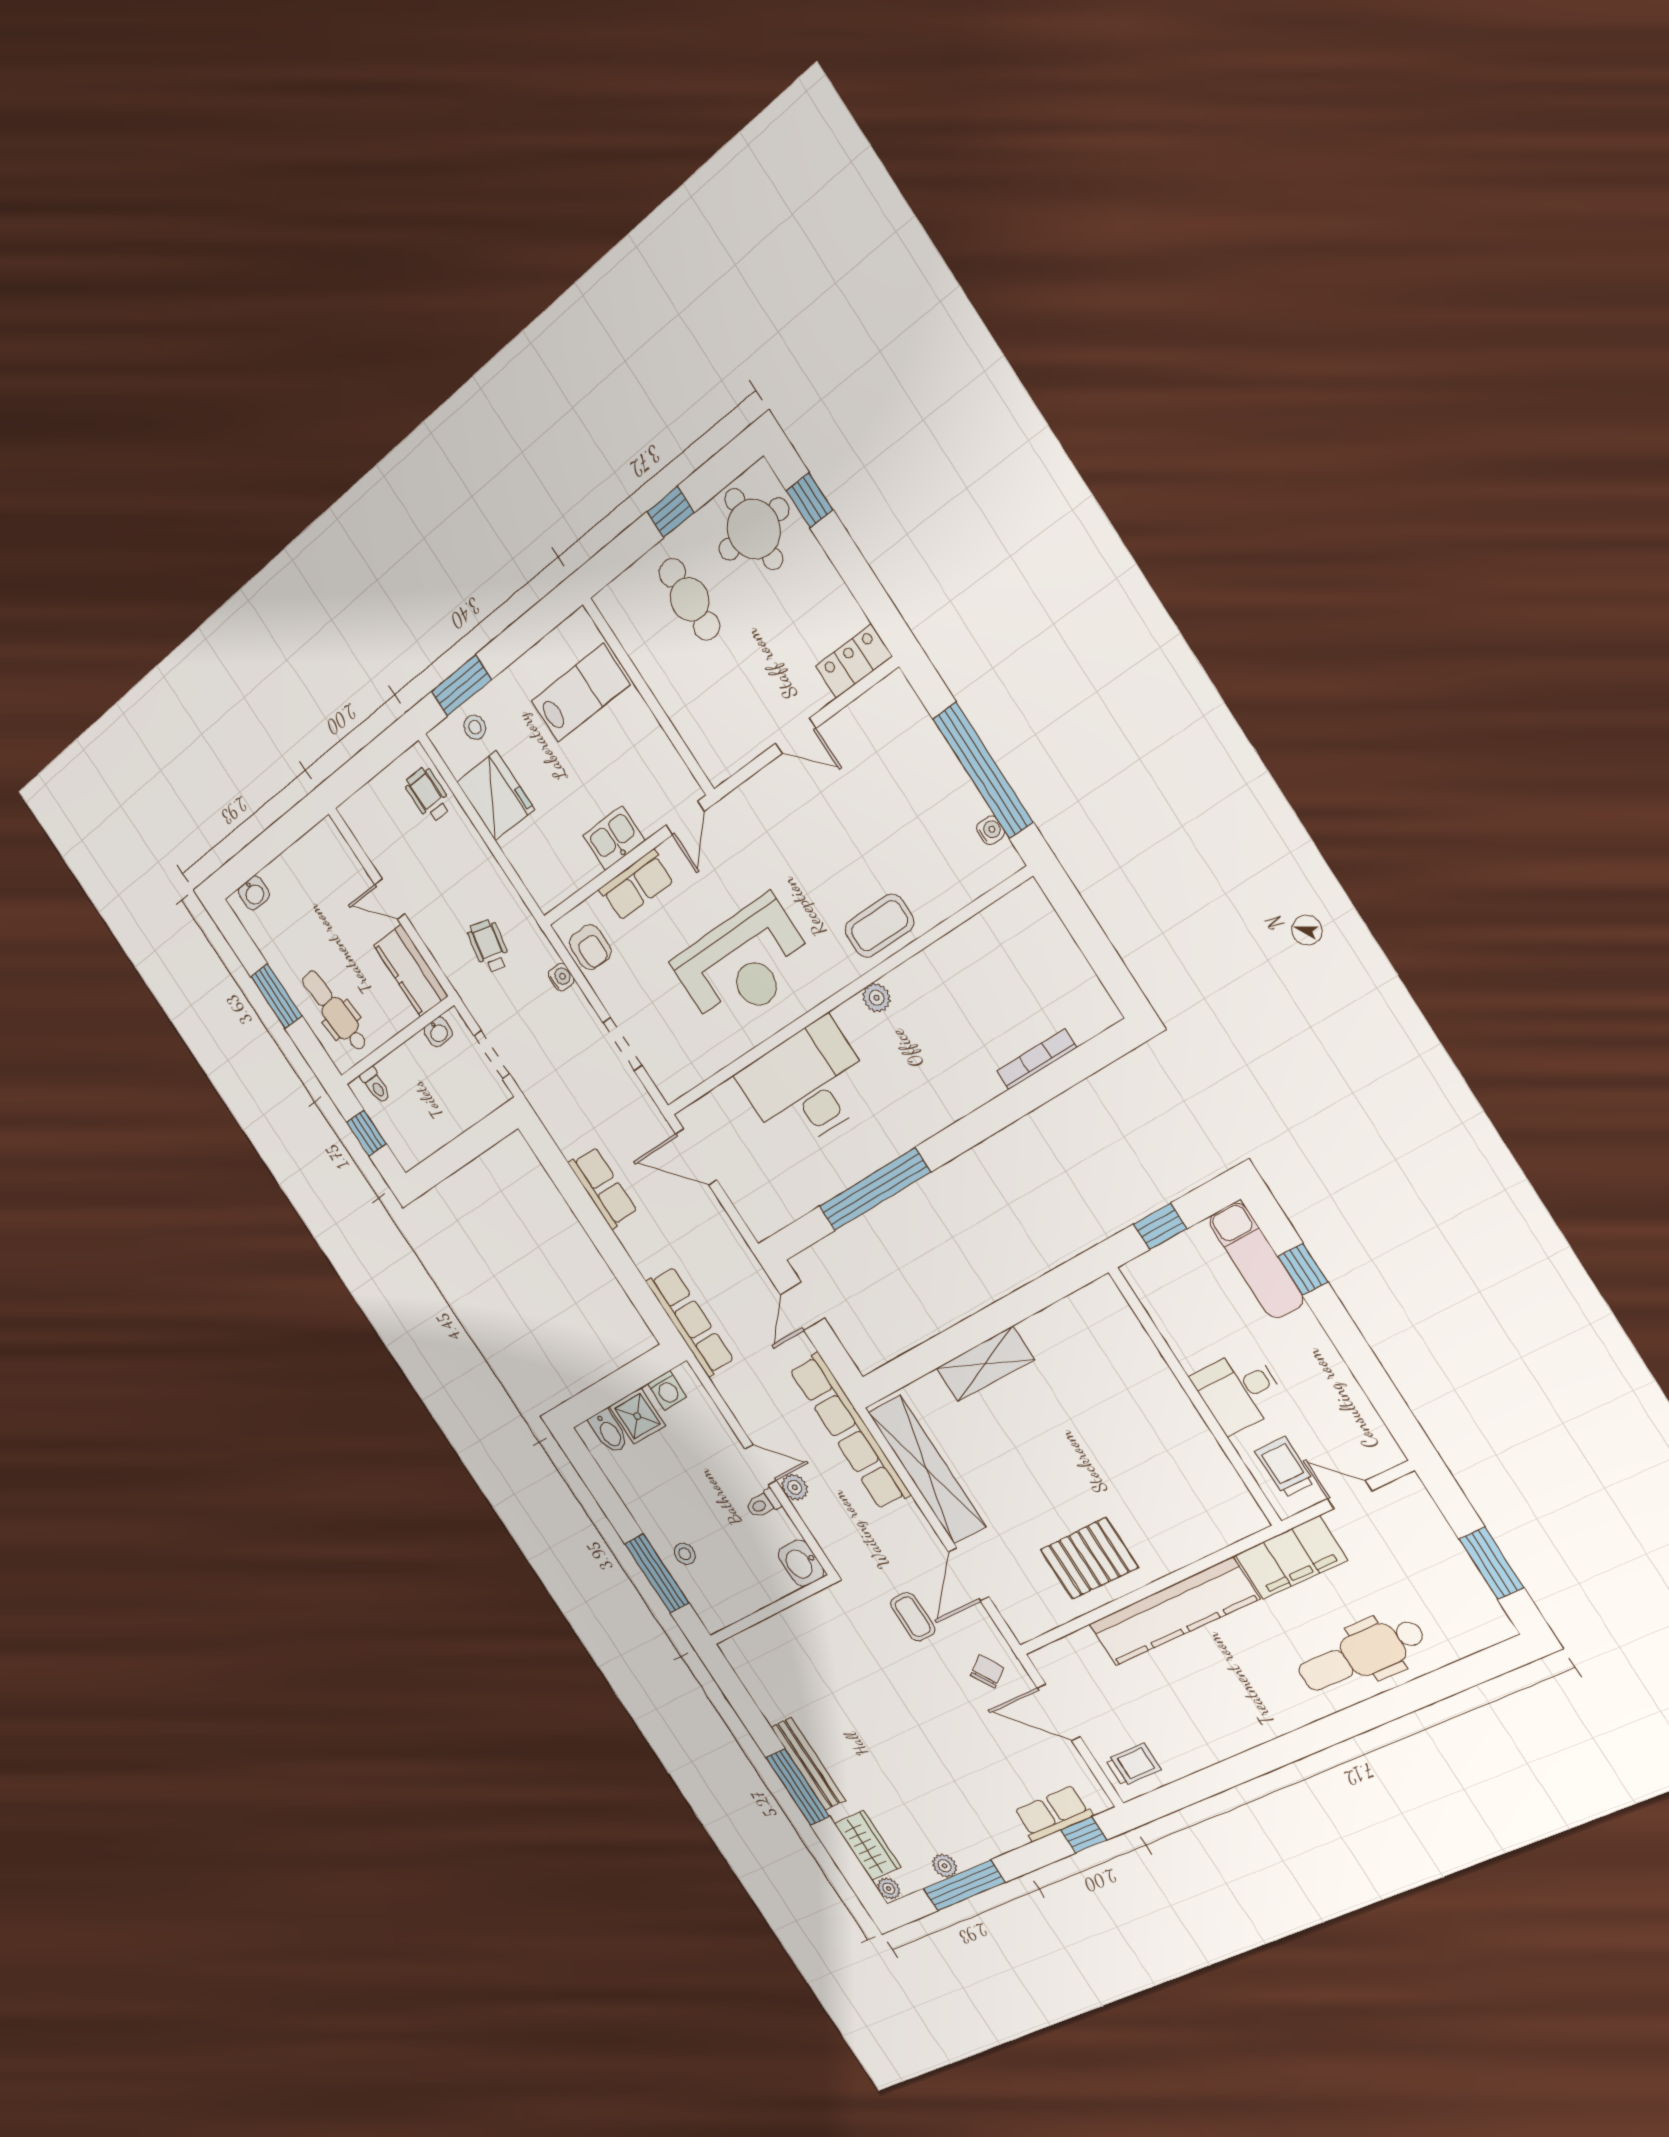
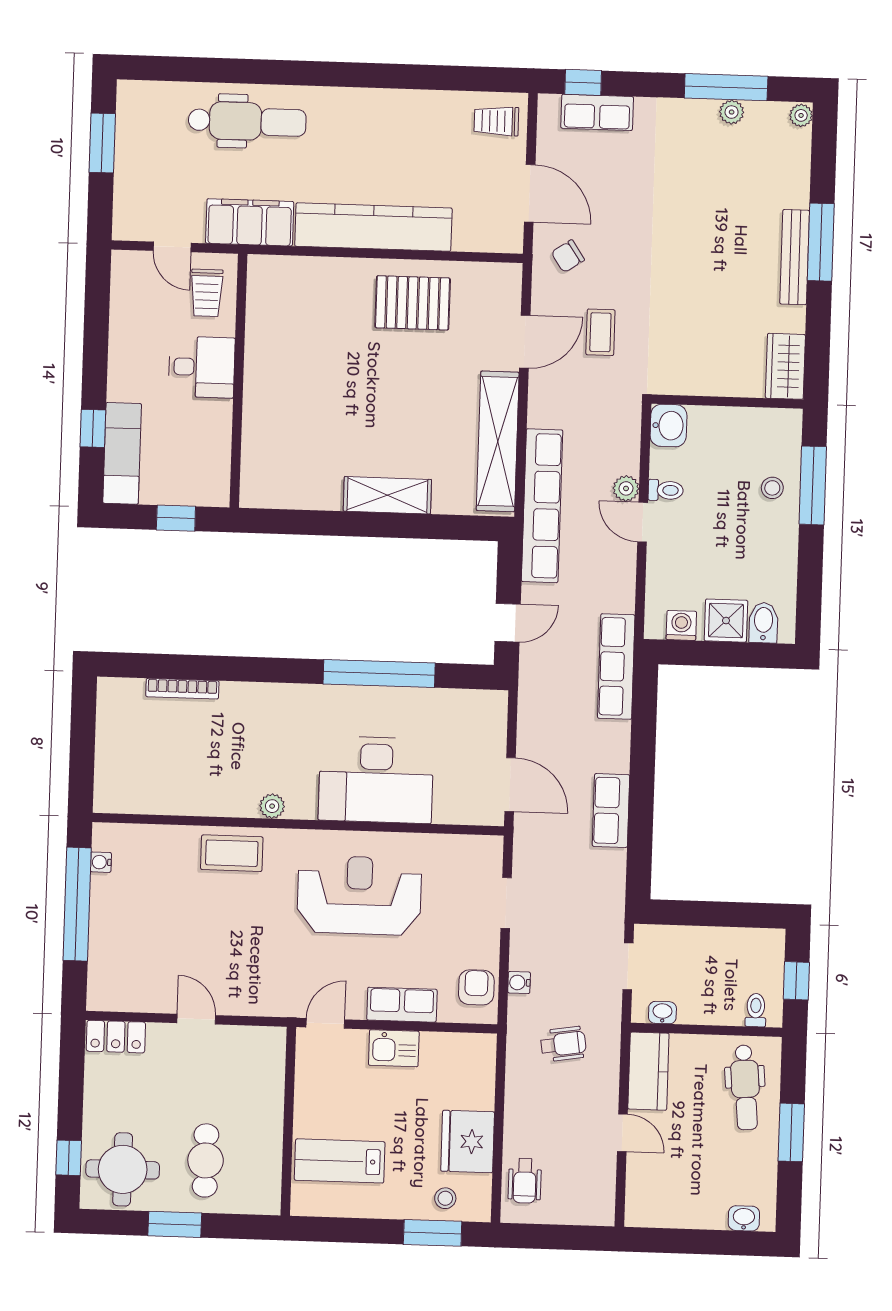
window: (671, 512) -> (175, 1224), width x1.50
wheelchair: (489, 946) -> (563, 1044), turned -112
wardrobe: (868, 1845) -> (785, 366), moved

